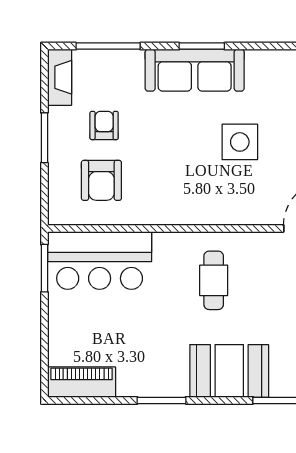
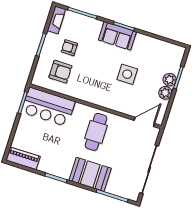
sofa: (195, 70) -> (117, 36), width x0.73
armchair: (104, 125) -> (69, 48), turned -90
armchair: (101, 180) -> (60, 72), turned -90
cafe table: (214, 280) -> (96, 132), width x1.37, depth x1.35

